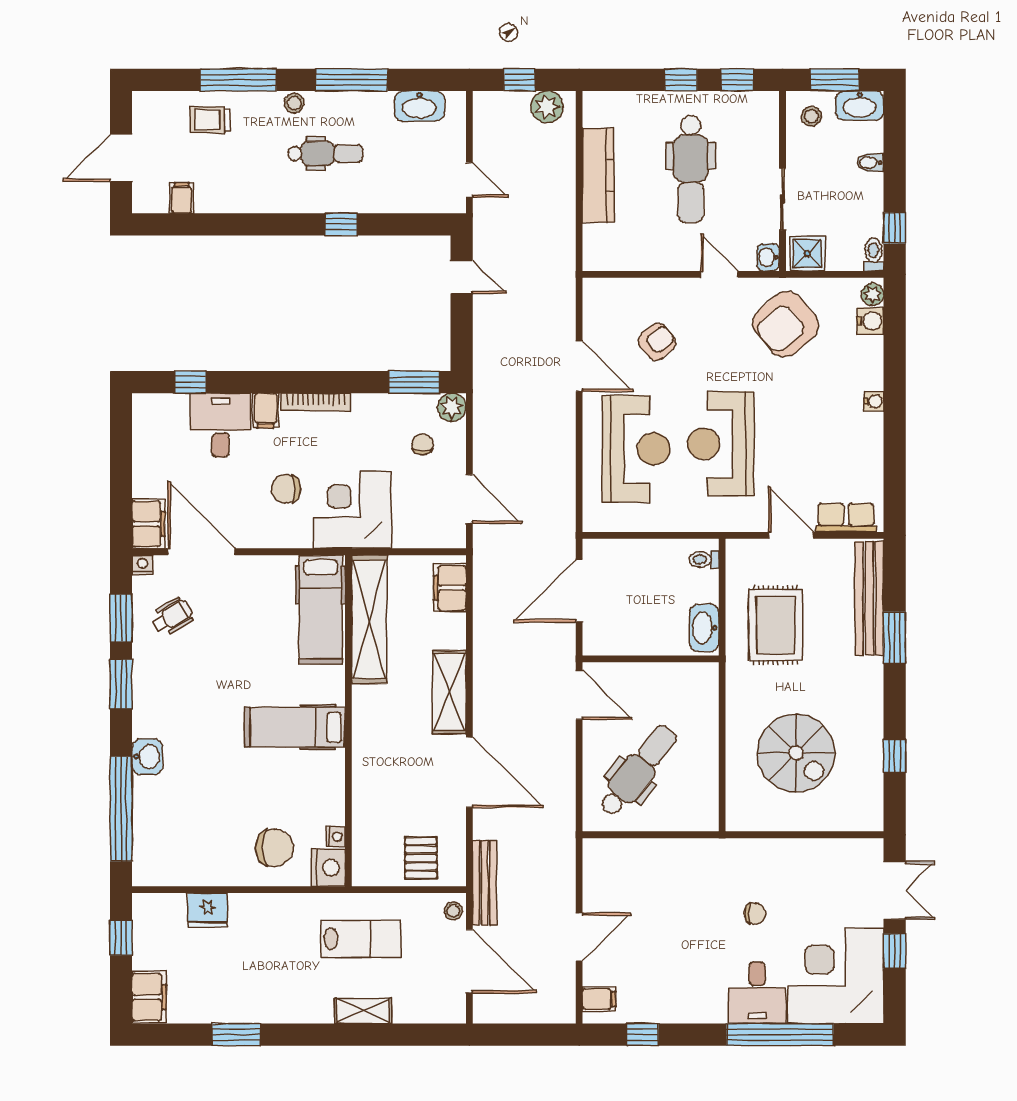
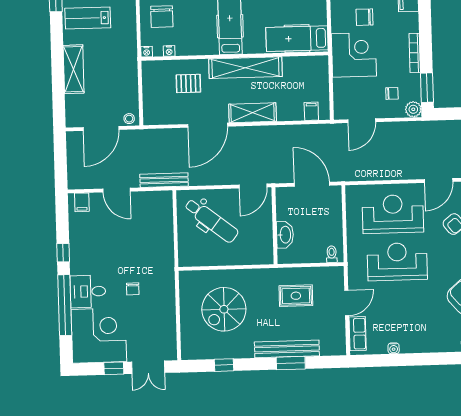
water cooler: (874, 401) -> (394, 348), moved
bookcase: (316, 402) -> (415, 53), moved
reception desk: (636, 449) -> (393, 214), turned 180
chair: (286, 489) -> (364, 17), turned -90
filing cabinet: (450, 588) -> (311, 111), width x0.50
bench: (869, 598) -> (287, 349), moved
shelving: (369, 619) -> (245, 68), moved
rug: (776, 625) -> (296, 296), width x0.73, depth x0.70
washbasin: (704, 628) -> (285, 235), moved, turned 90
pallet: (421, 858) -> (188, 83), moved
nightstand: (328, 868) -> (147, 52), width x0.53, depth x0.56
bench: (484, 883) -> (164, 180), moved
lab bench: (361, 939) -> (88, 18), moved, turned 90
shelving: (363, 1011) -> (74, 69), width x1.50, depth x1.33
window: (642, 1035) -> (63, 253), moved

